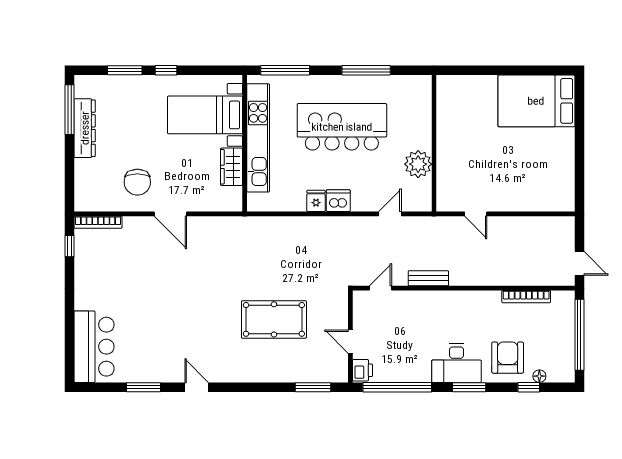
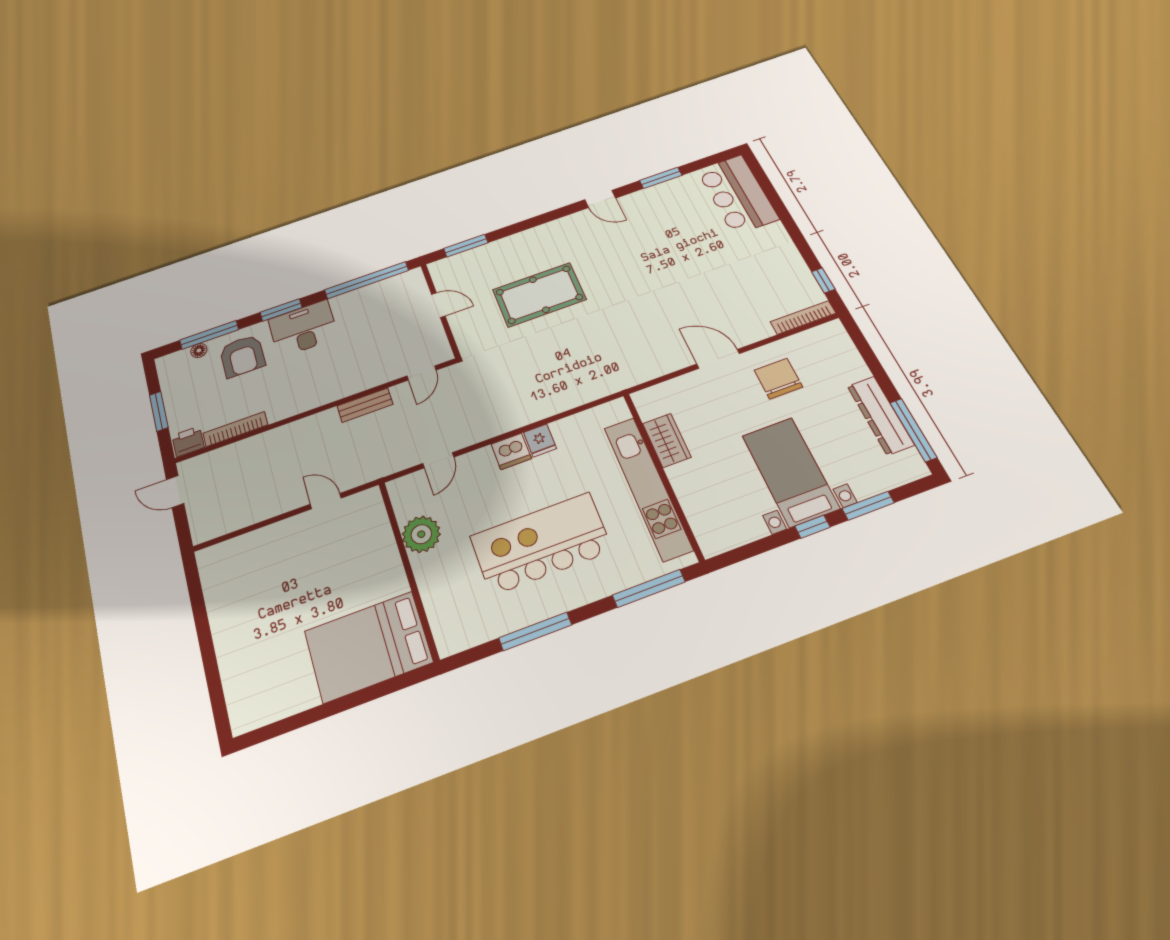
bed: (536, 101) -> (368, 647), moved, turned 180
bed with nightstands: (205, 115) -> (790, 472), moved, turned -90
kitchen island: (342, 127) -> (541, 543), turned 180
window: (579, 335) -> (159, 411), width x0.47
printer: (362, 370) -> (188, 442), moved, turned 90
window: (529, 387) -> (209, 335), width x2.17

